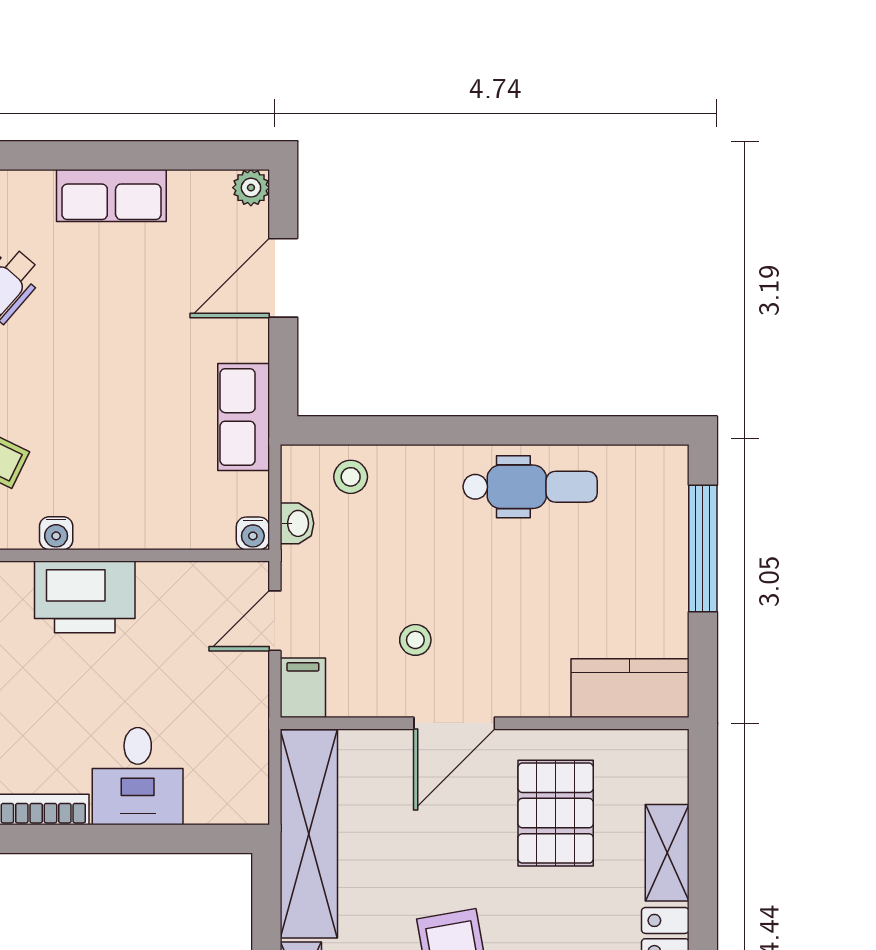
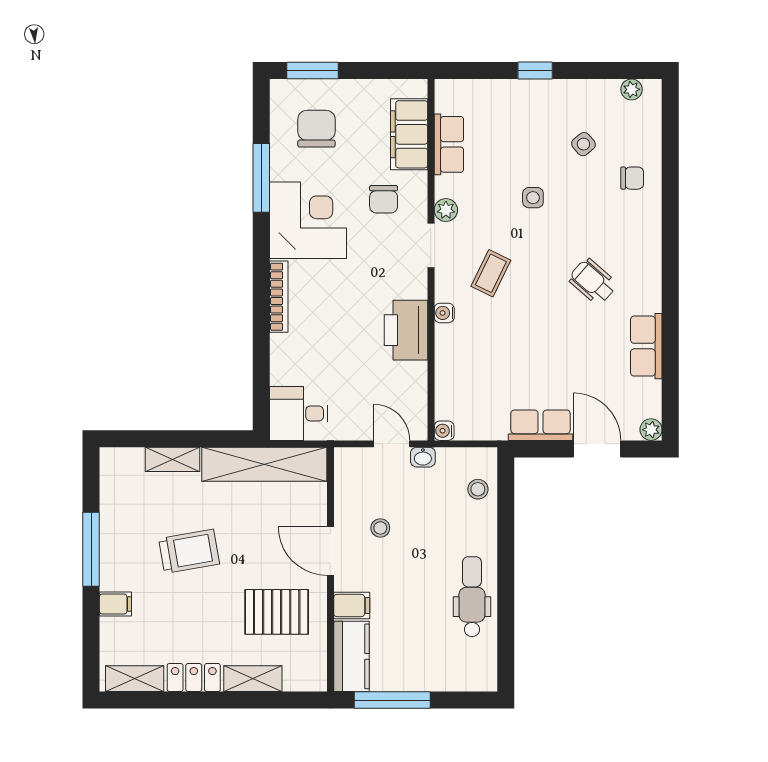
row of seats: (244, 417) -> (541, 425), moved
dental chair: (530, 487) -> (472, 597), turned 180
washbasin: (297, 523) -> (423, 457), moved
window: (703, 548) -> (392, 700), moved
filing cabinet: (303, 688) -> (352, 605), moved
desk: (138, 776) -> (299, 413), moved

